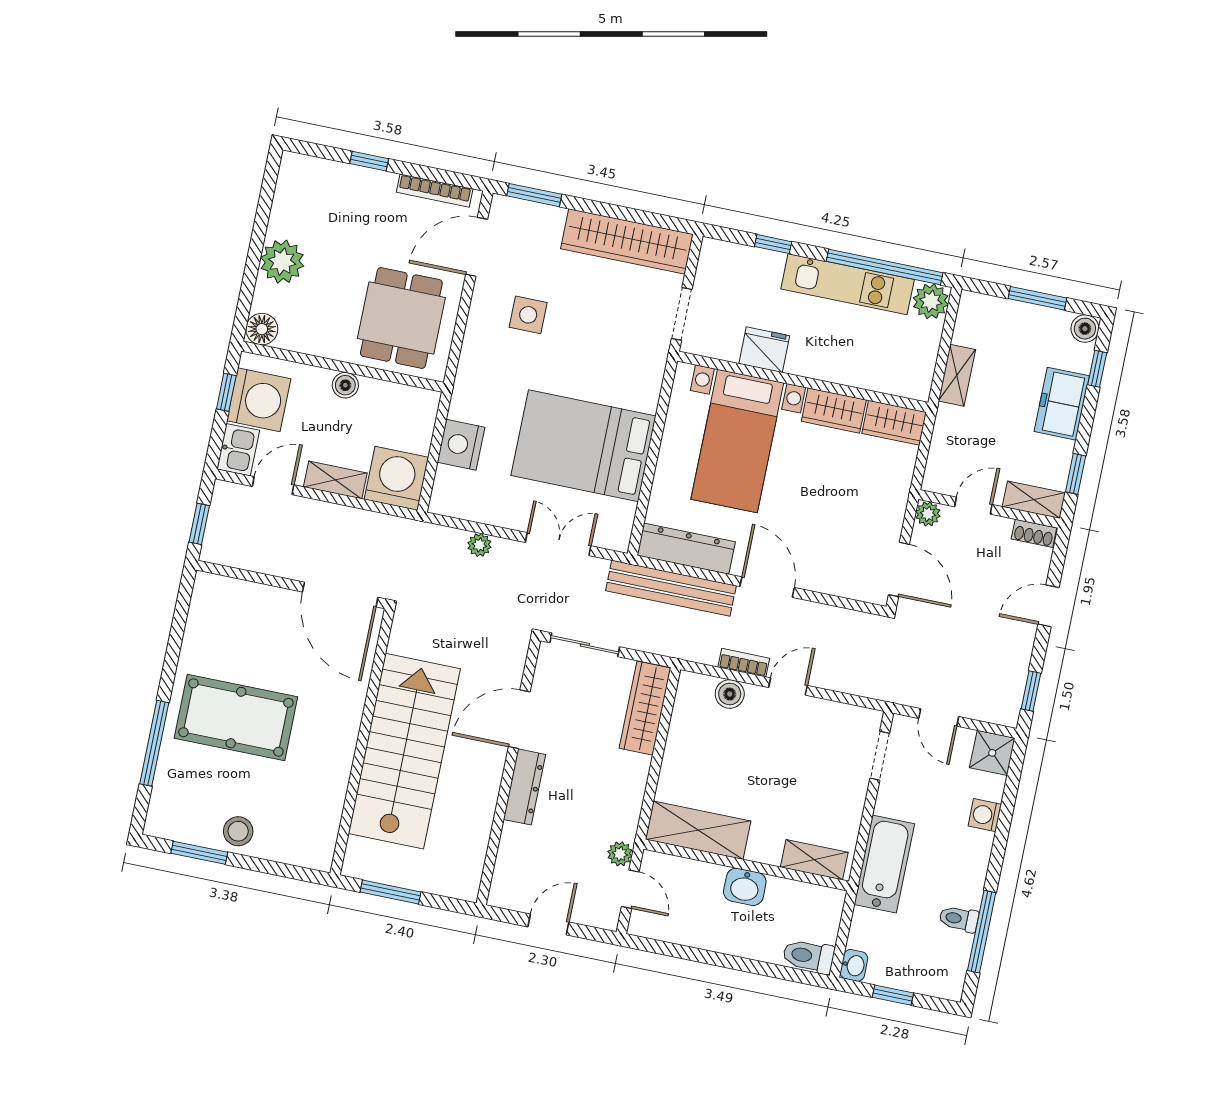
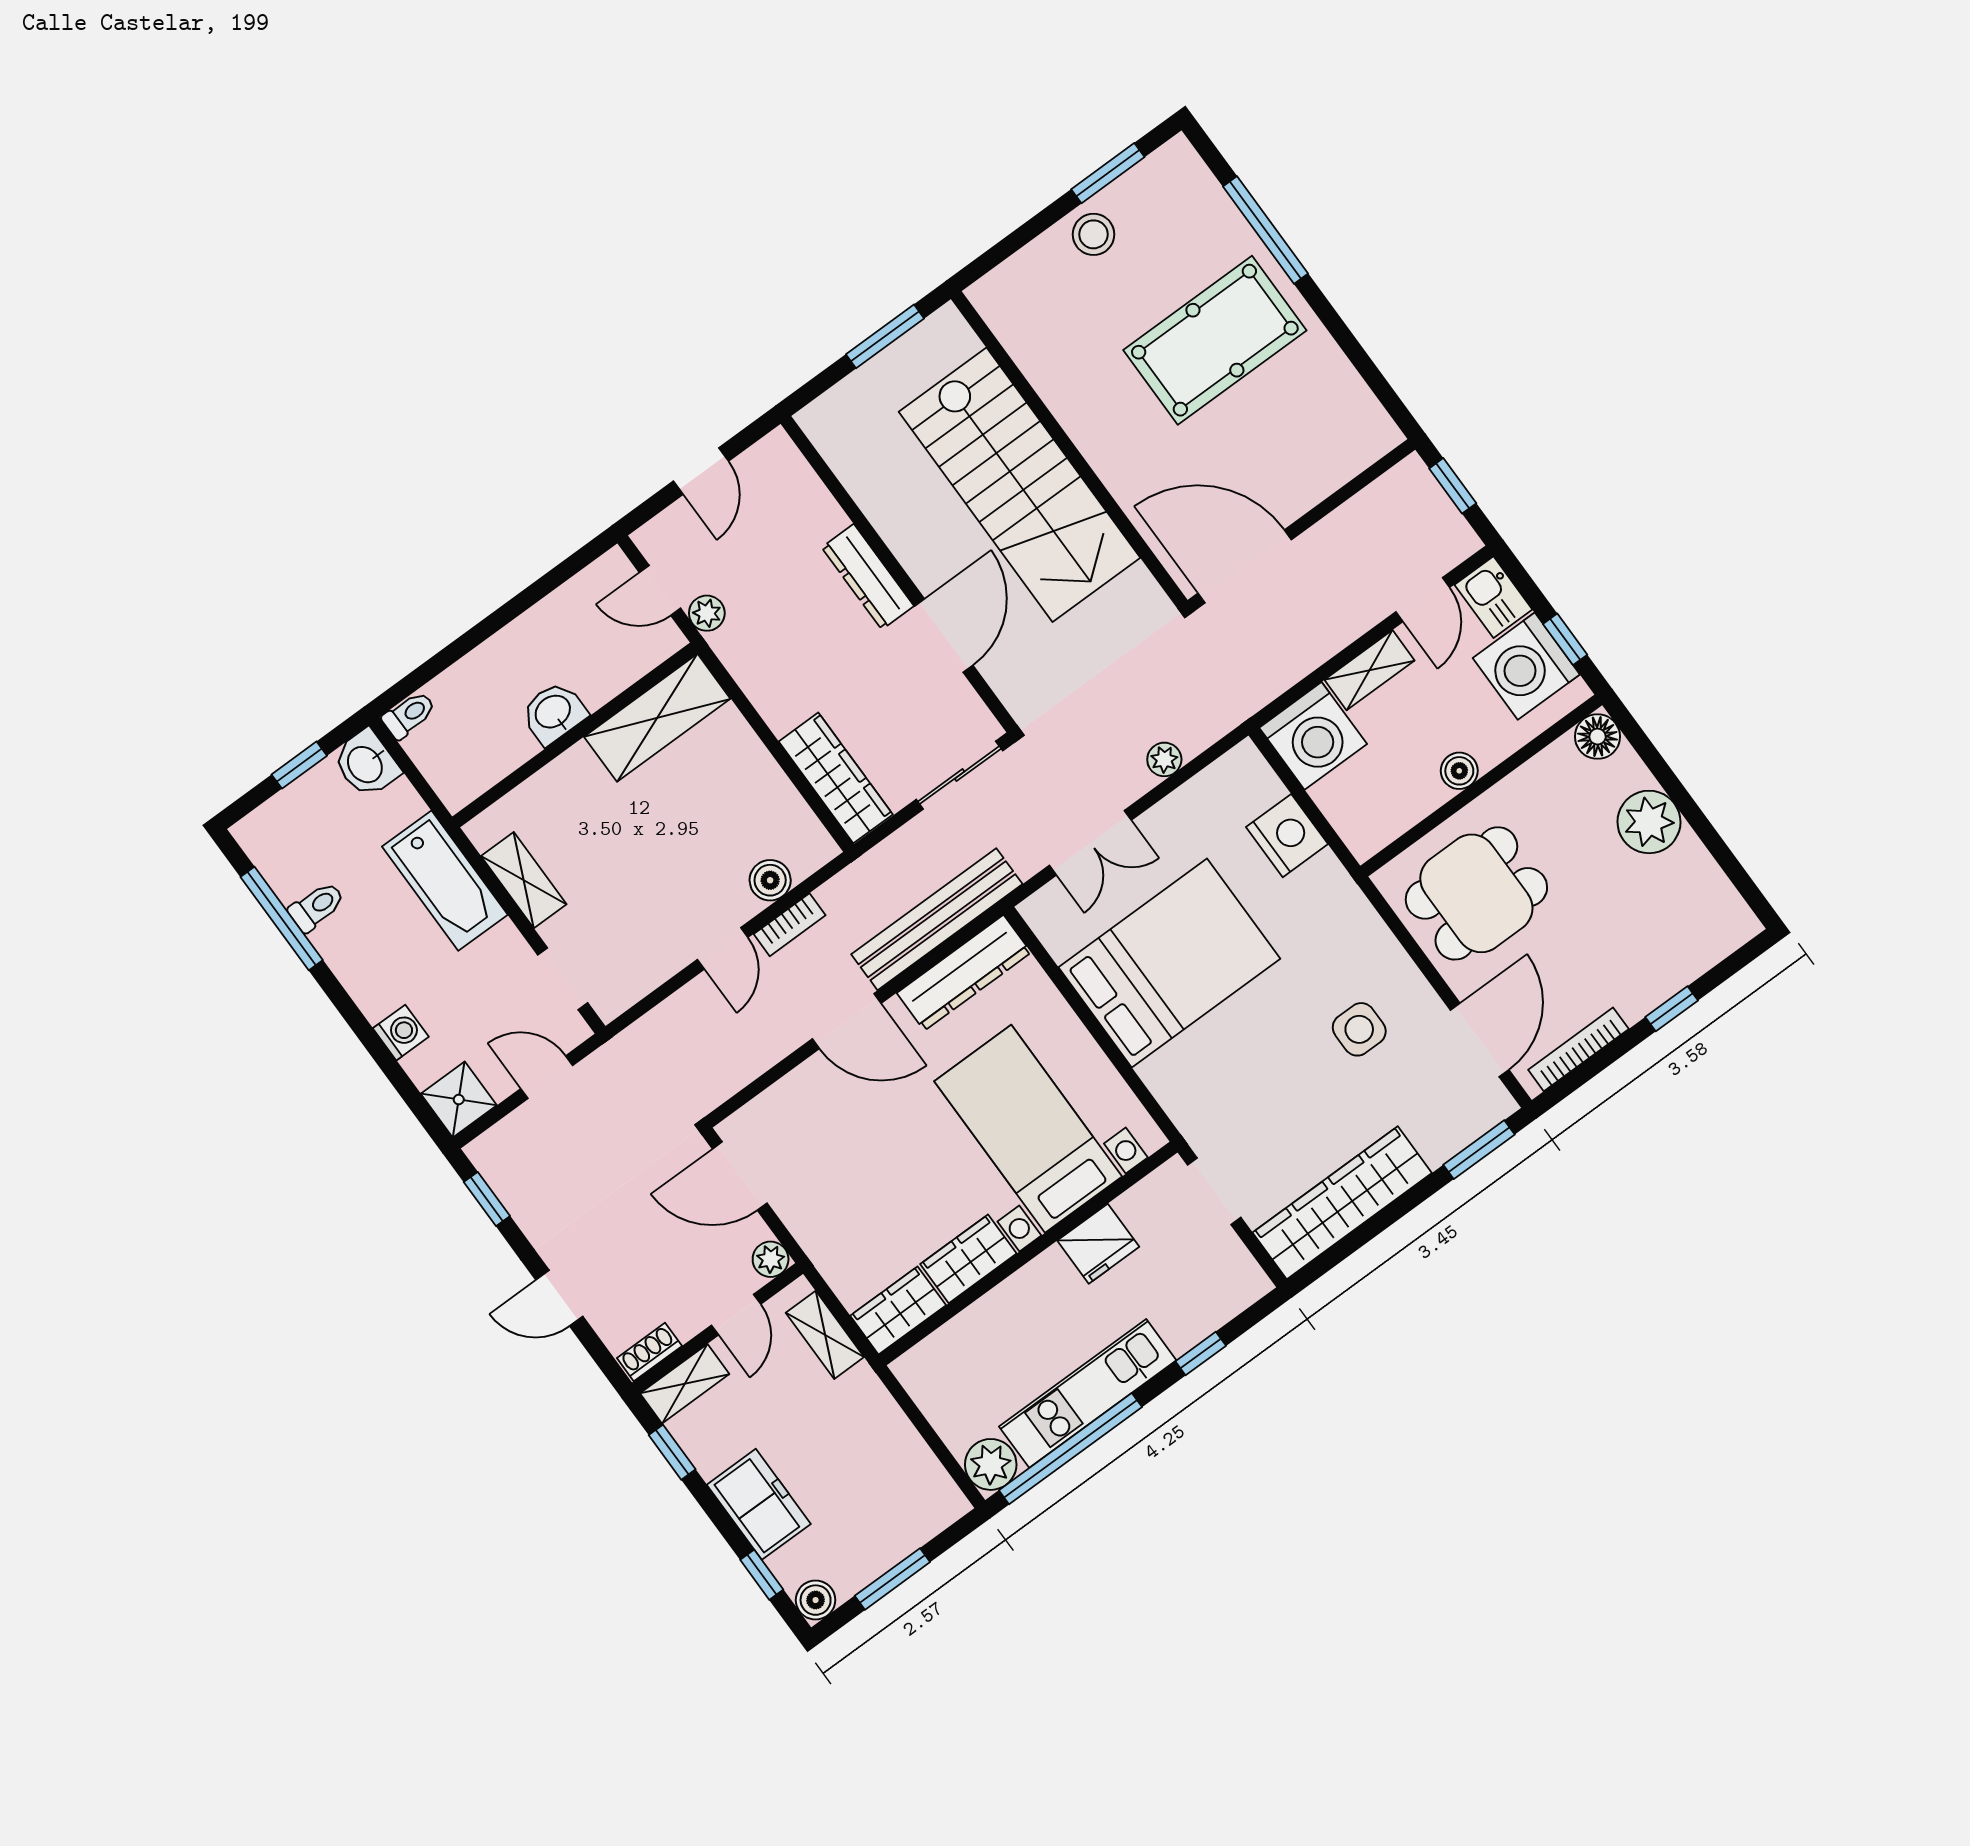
dining table: (401, 318) -> (1476, 893), turned 90
shelving: (957, 375) -> (825, 1335), moved
door: (1048, 606) -> (559, 1298), swing flipped
shelving: (814, 860) -> (524, 880), moved, turned 90
toilet: (809, 956) -> (409, 715), width x0.73, depth x0.72
washbasin: (854, 965) -> (366, 764), width x1.38, depth x1.45

